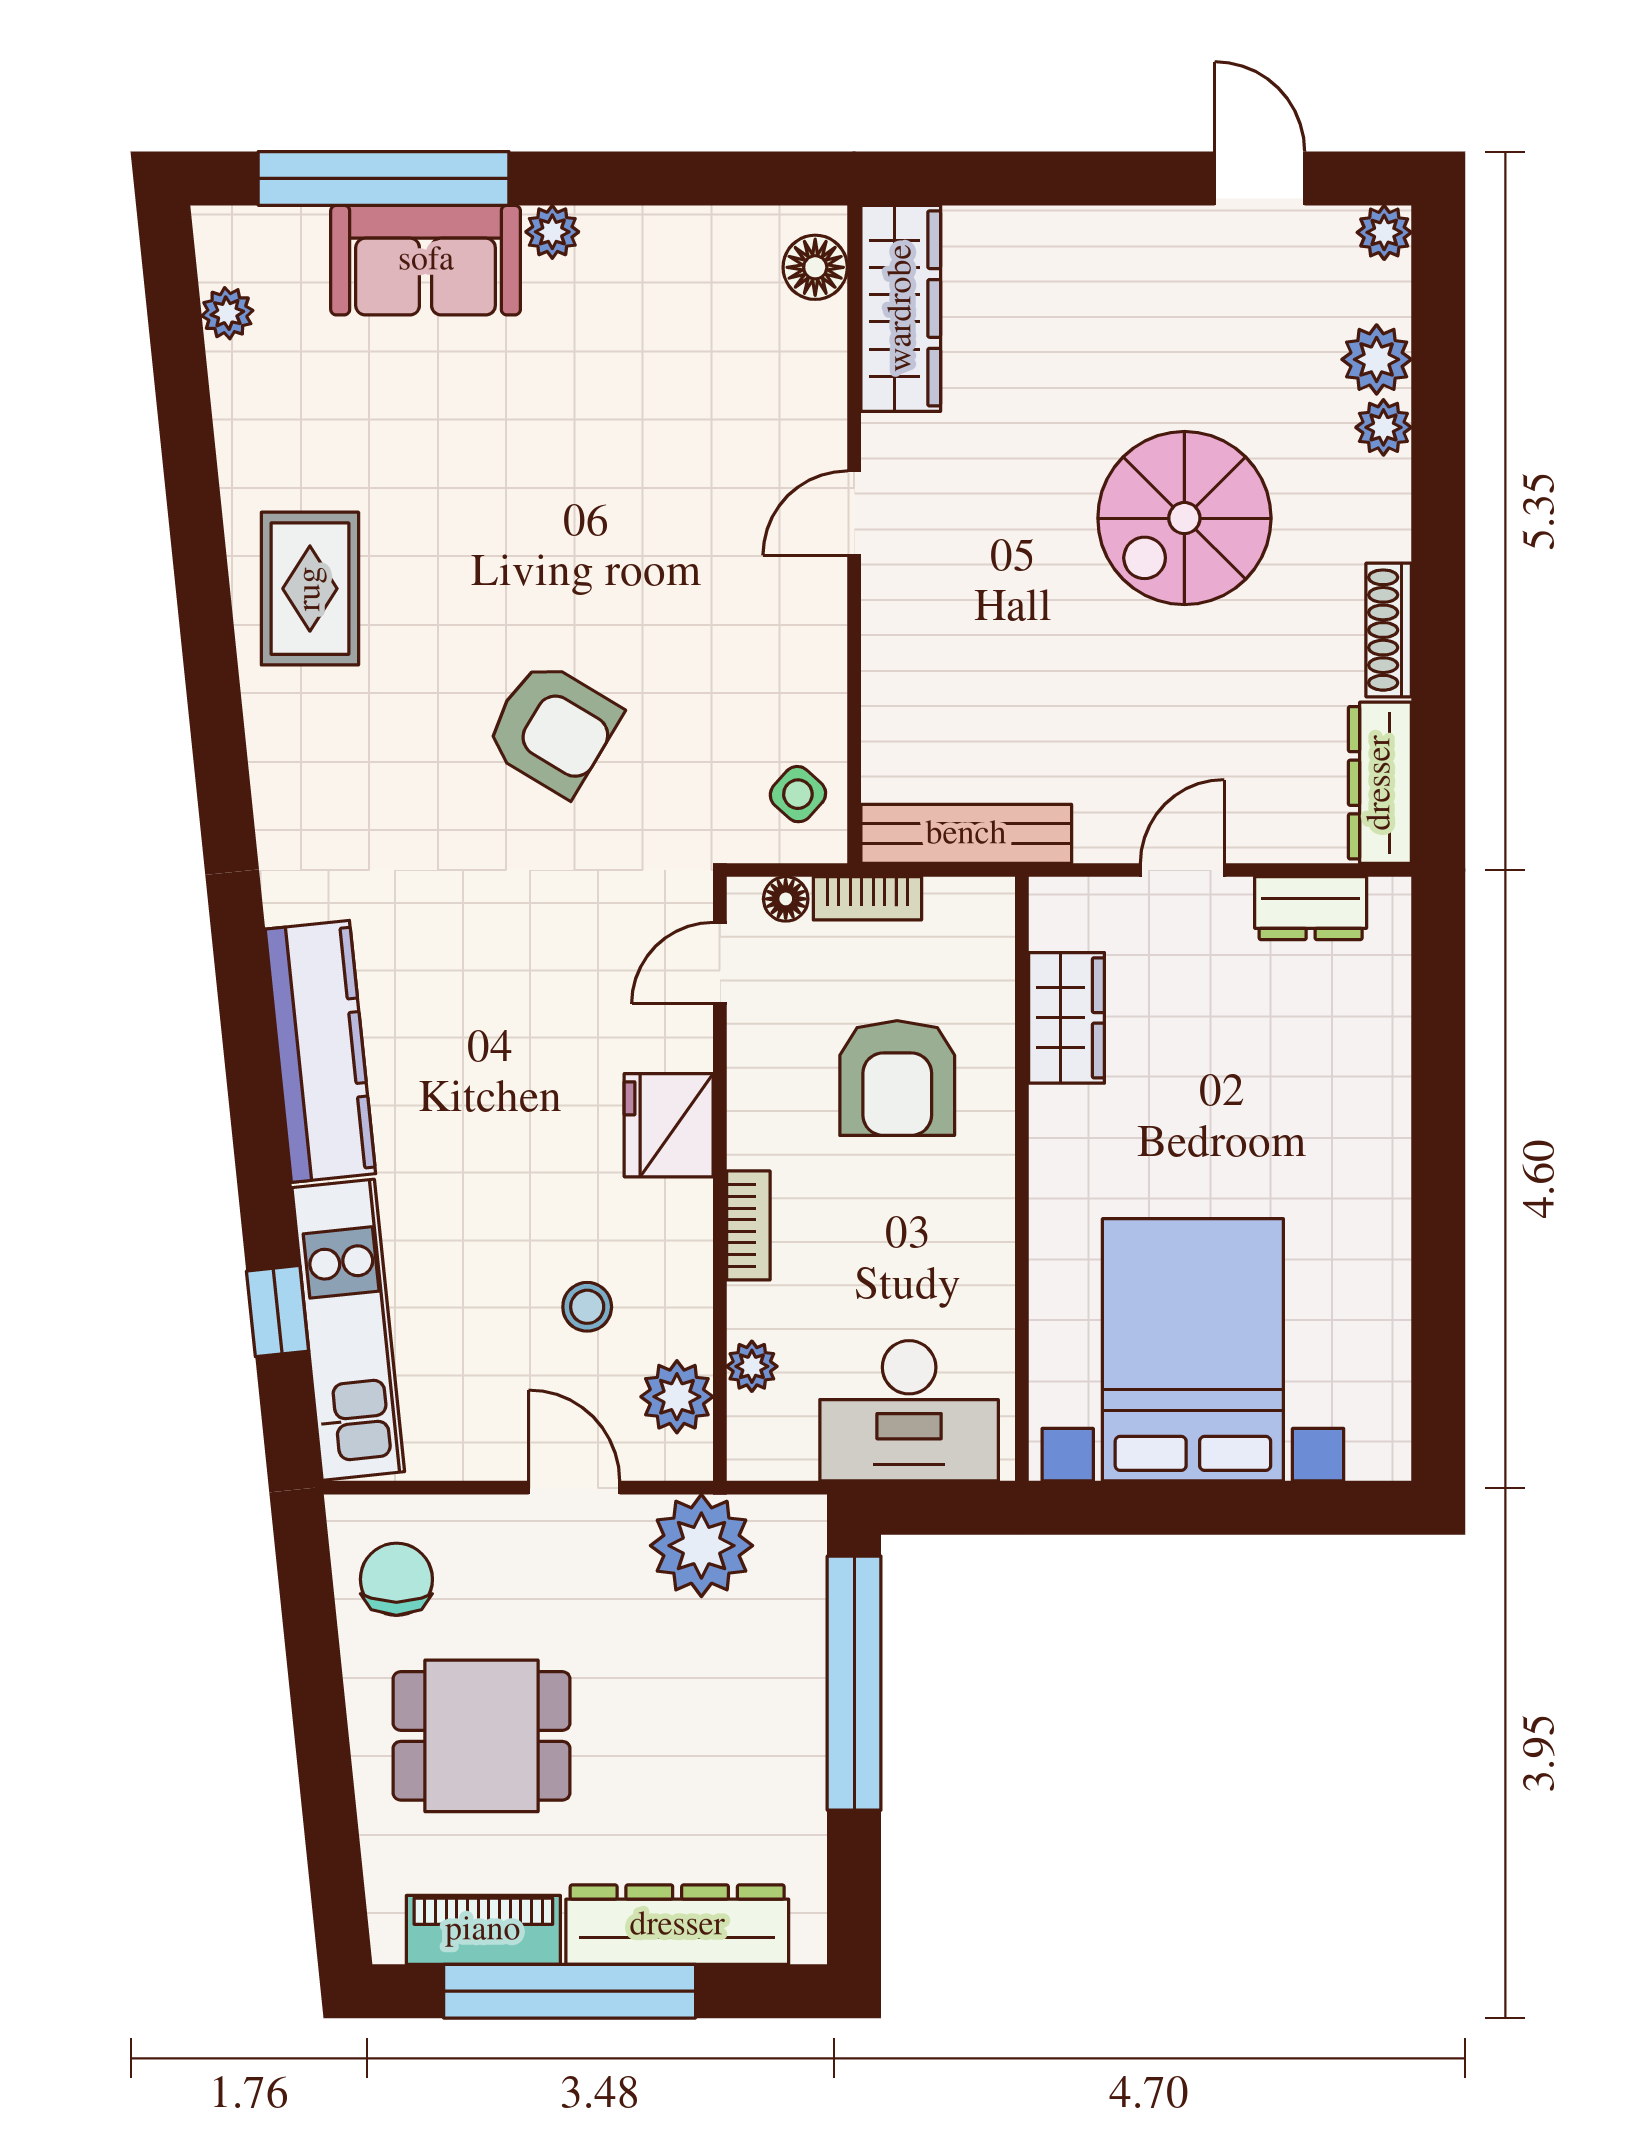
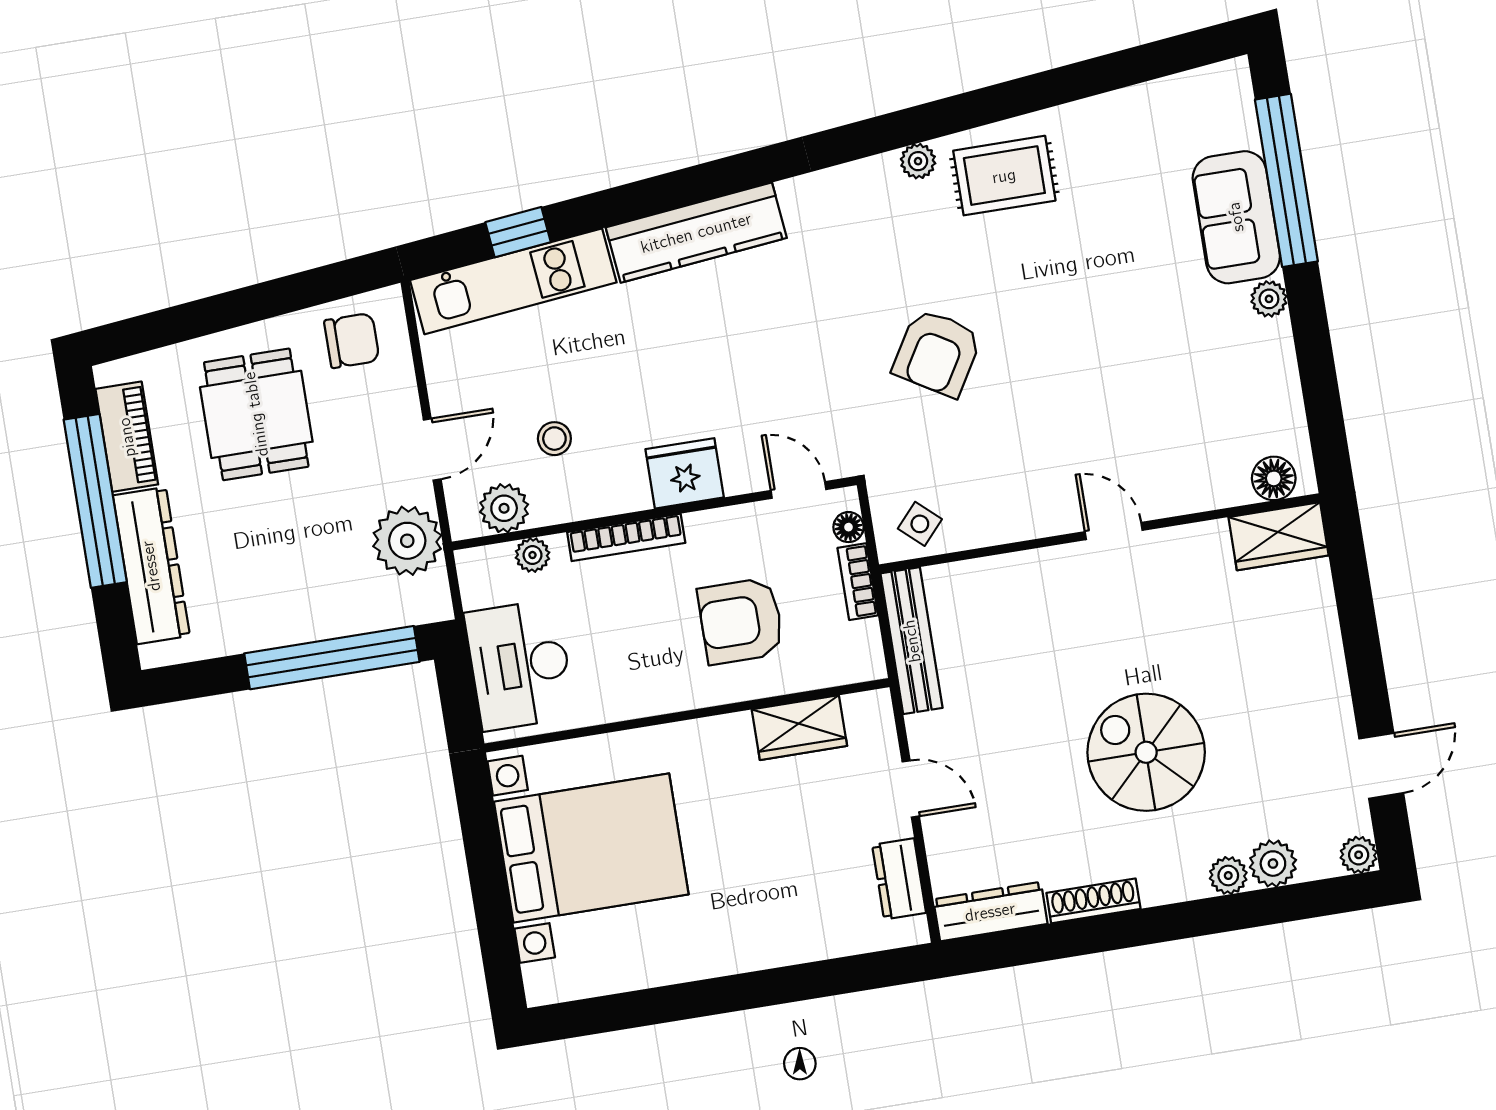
wardrobe: (901, 308) -> (1278, 536), width x0.67
plant: (227, 313) -> (918, 161), moved
bookcase: (748, 1225) -> (626, 537), width x1.56

